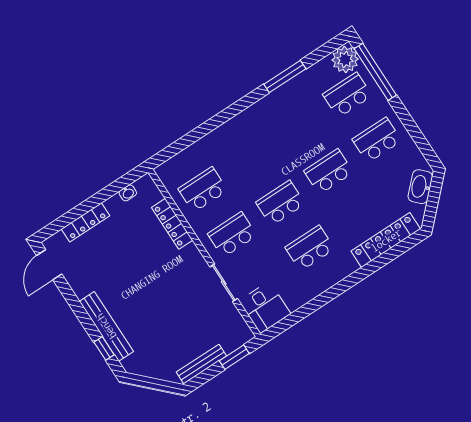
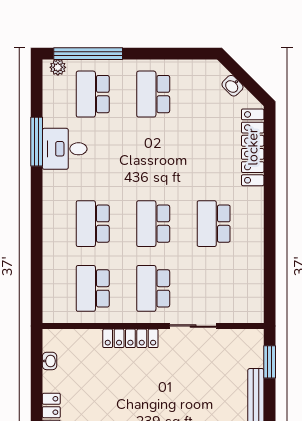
plant: (345, 60) -> (58, 67), width x0.53, depth x0.53
school desk: (329, 172) -> (93, 224), moved
washbasin: (420, 187) -> (232, 86), width x0.52, depth x0.69
locker: (172, 224) -> (130, 338), moved
desk: (265, 307) -> (65, 149), moved, turned 180

